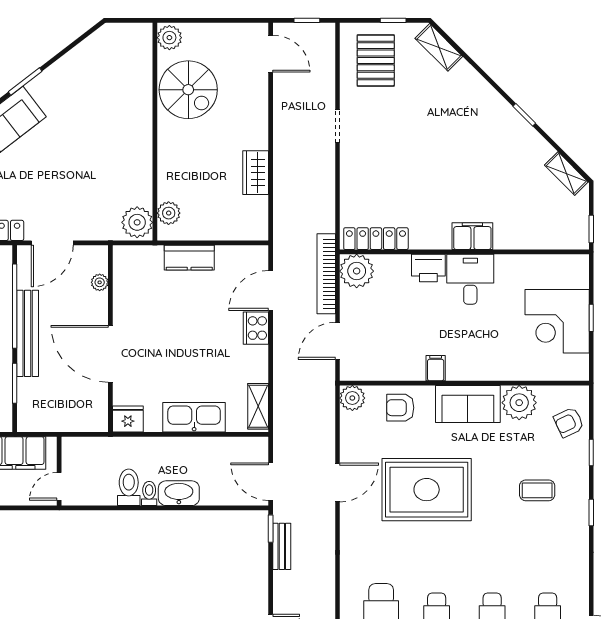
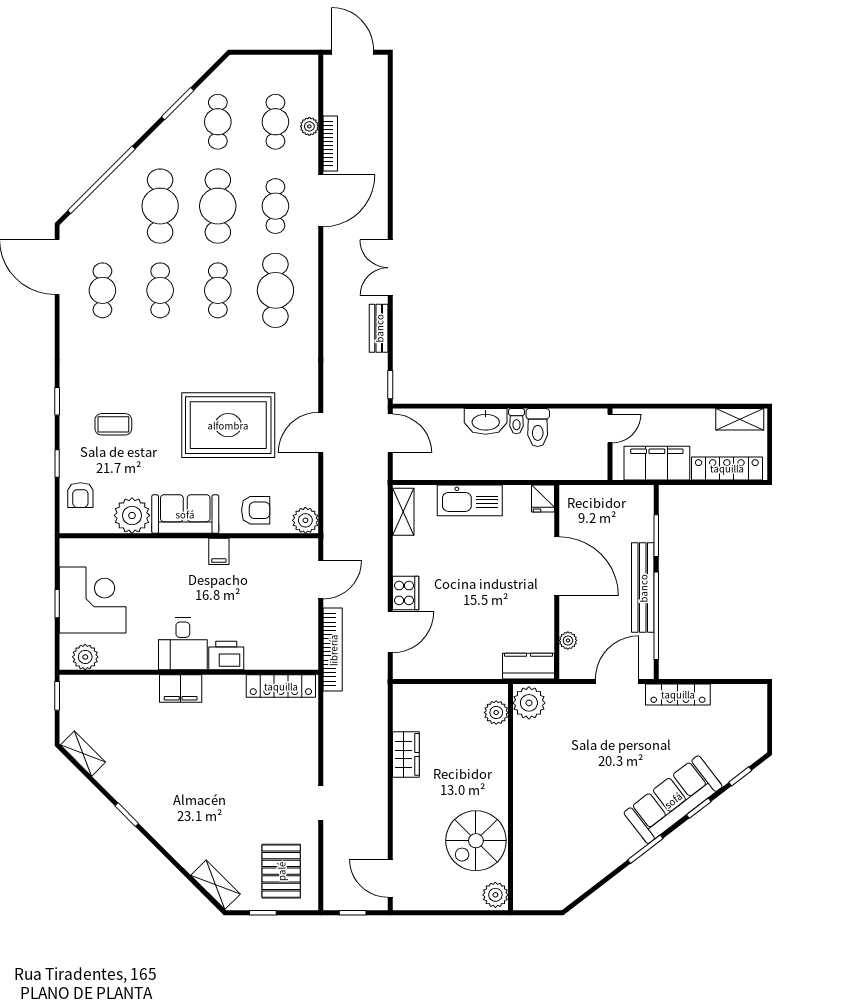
spiral stairs: (188, 90) -> (476, 841), turned -90
kitchen counter: (189, 258) -> (529, 666), moved
plant: (357, 271) -> (85, 657), moved, width x0.73, depth x0.73
fridge: (128, 419) -> (543, 498), width x0.72
armchair: (569, 422) -> (80, 495), turned 115
bench: (282, 546) -> (379, 328), moved

